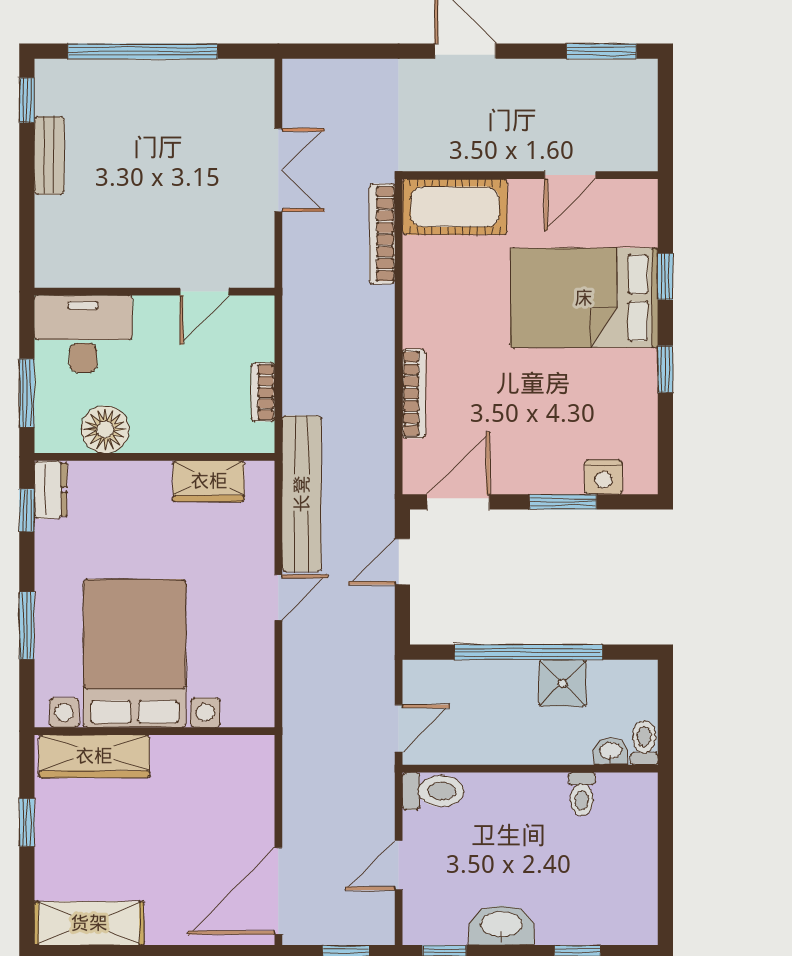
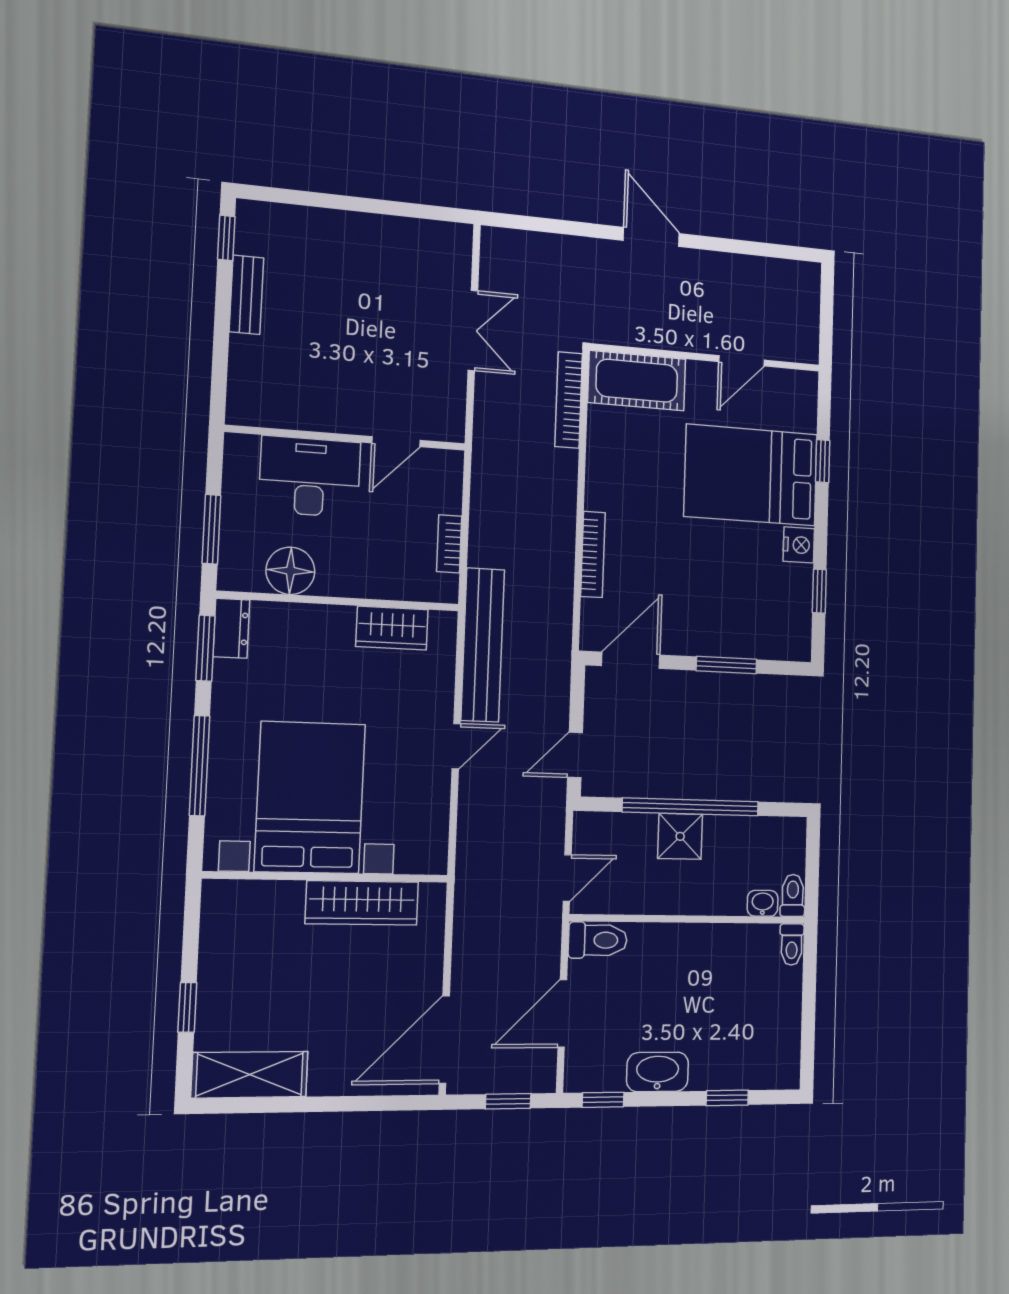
window: (143, 51) -> (345, 203), removed
window: (602, 51) -> (773, 250), removed
desk: (83, 334) -> (310, 477), moved
window: (665, 369) -> (819, 591), moved
nightstand: (604, 477) -> (799, 545), moved, turned -90
window: (27, 510) -> (205, 648), width x1.50
door: (402, 561) -> (575, 755), moved
window: (27, 625) -> (199, 766), width x1.44
shower: (563, 683) -> (680, 836), moved
wardrobe: (94, 756) -> (362, 903), moved
toilet: (582, 794) -> (792, 944), moved
window: (27, 823) -> (187, 1007), moved
door: (399, 865) -> (562, 1013), width x1.38

